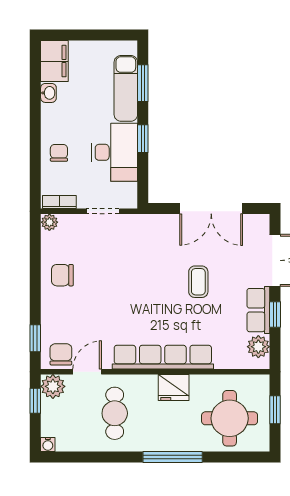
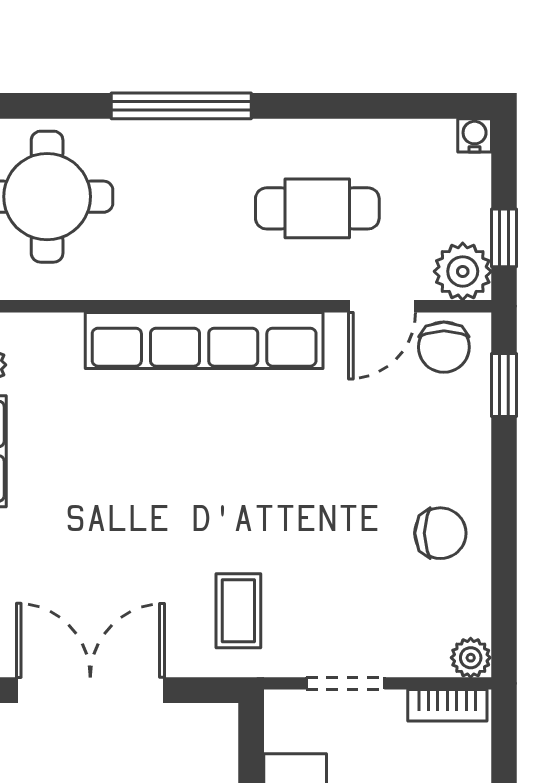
coffee table: (198, 282) -> (238, 611), moved
fridge: (174, 387) -> (179, 269), removed
cafe table: (115, 413) -> (317, 208), turned 90

